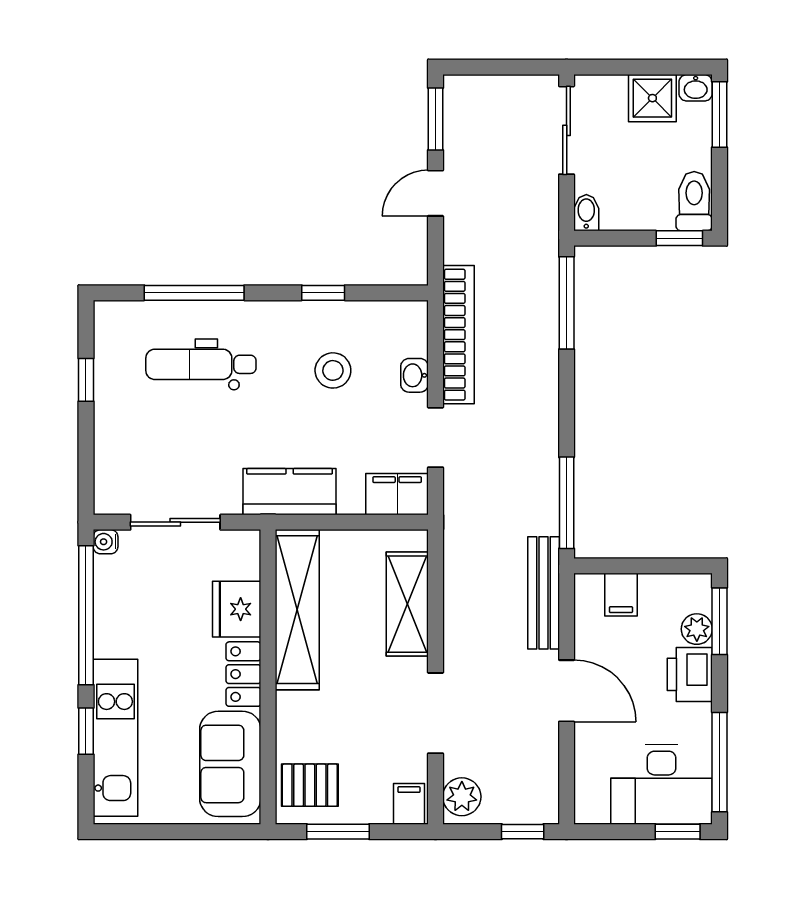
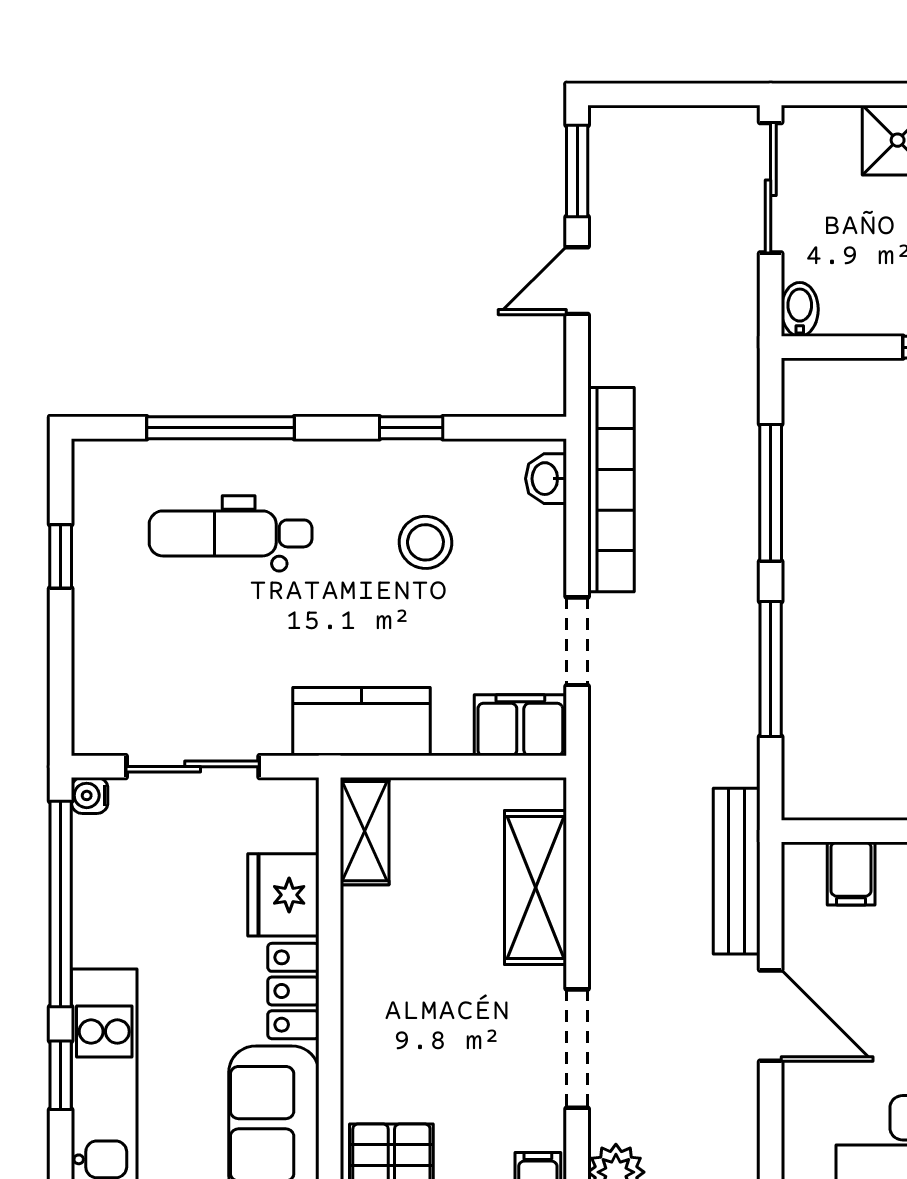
window: (567, 303) -> (771, 493), moved
washbasin: (414, 375) -> (546, 479), moved
window: (567, 503) -> (771, 669), moved
shelving: (297, 610) -> (365, 831), width x0.45, depth x0.75

